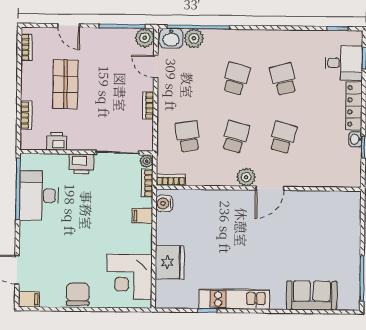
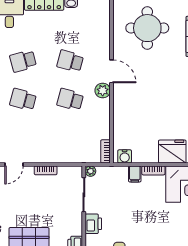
school desk: (188, 136) -> (70, 138), removed
bookcase: (147, 183) -> (153, 170), moved
round table: (323, 233) -> (147, 28), added

